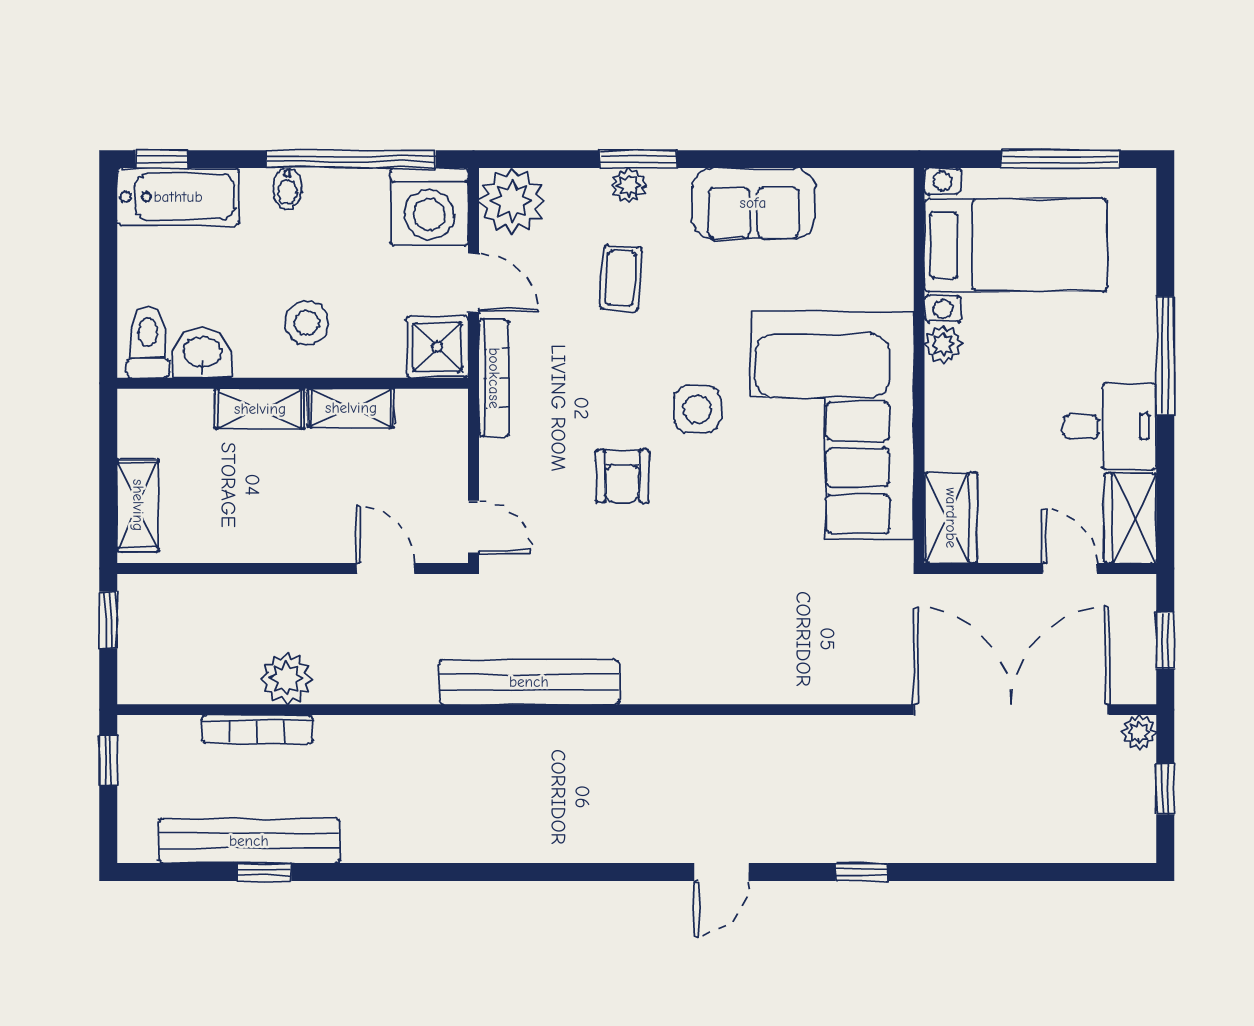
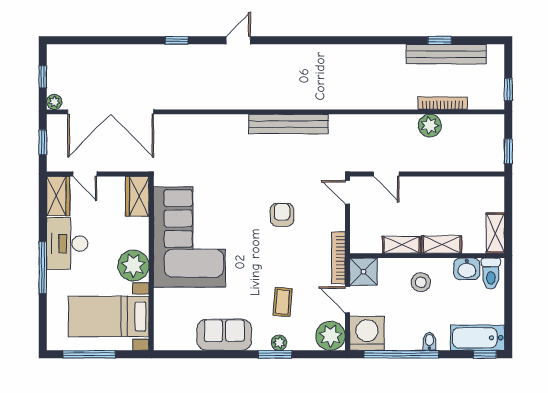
plant: (943, 344) -> (133, 266), width x1.88, depth x1.88
side table: (697, 409) -> (249, 244), removed
desk: (1110, 427) -> (67, 244), width x1.37
shelving: (138, 505) -> (495, 233), moved
bench: (529, 682) -> (288, 124), moved

